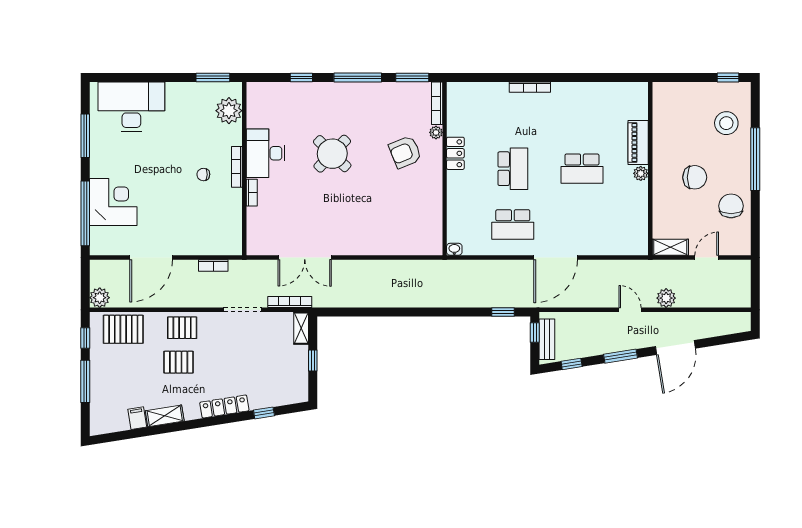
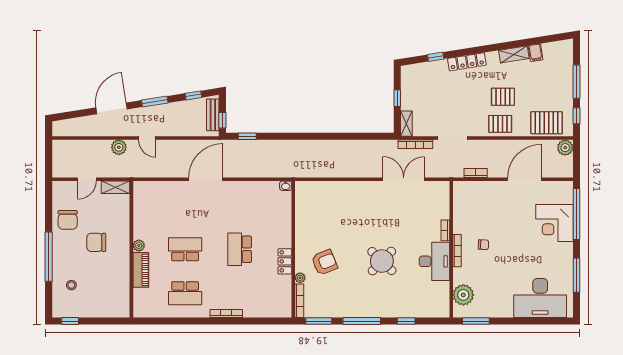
stool: (726, 123) -> (71, 285), width x0.53, depth x0.53
school desk: (513, 224) -> (185, 293), moved, turned 180

